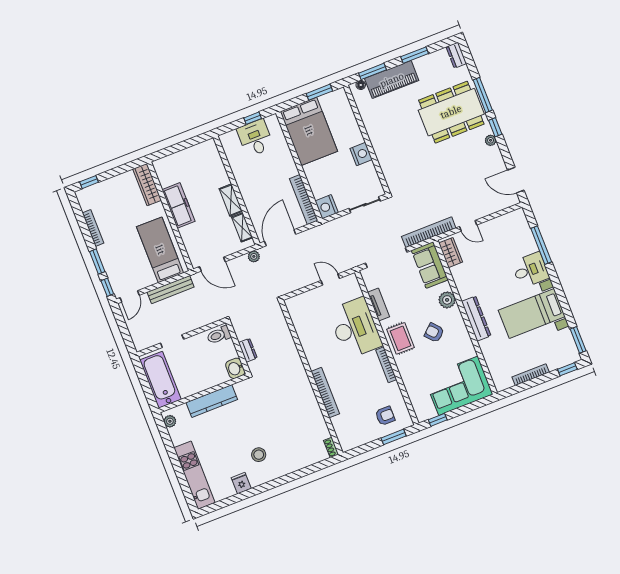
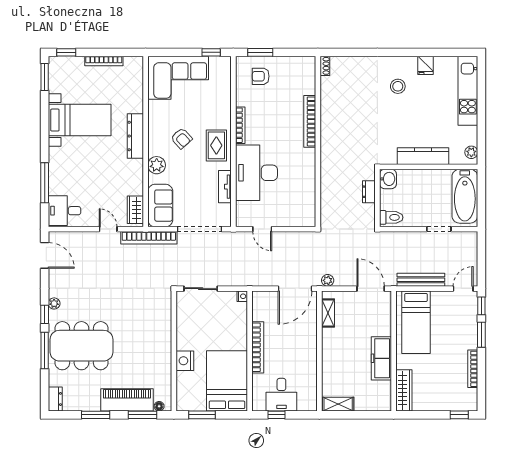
nightstand: (361, 154) -> (185, 361), moved
shelving: (231, 200) -> (338, 404), moved, turned 90
bookcase: (304, 200) -> (258, 347), moved
nightstand: (327, 207) -> (242, 296), width x0.53, depth x0.56
desk: (530, 270) -> (65, 211), moved

